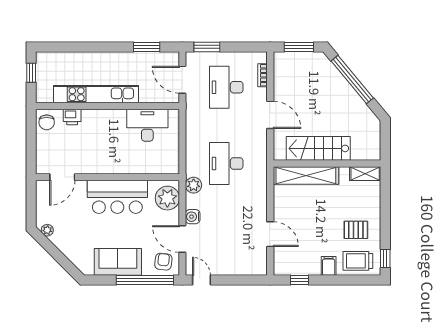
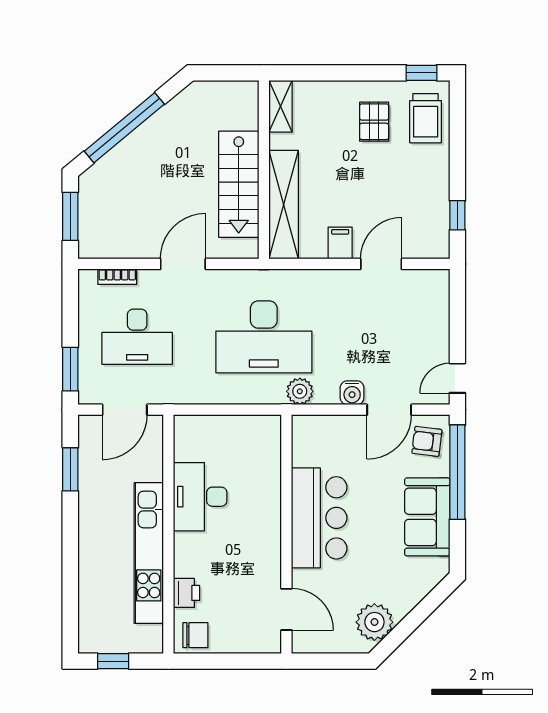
desk: (147, 125) -> (200, 497), moved
desk: (226, 163) -> (264, 337), width x1.36, depth x1.30
plant: (167, 198) -> (321, 435), removed
plant: (47, 230) -> (374, 622), width x1.87, depth x1.87
filing cabinet: (329, 266) -> (340, 243), moved, turned 90

